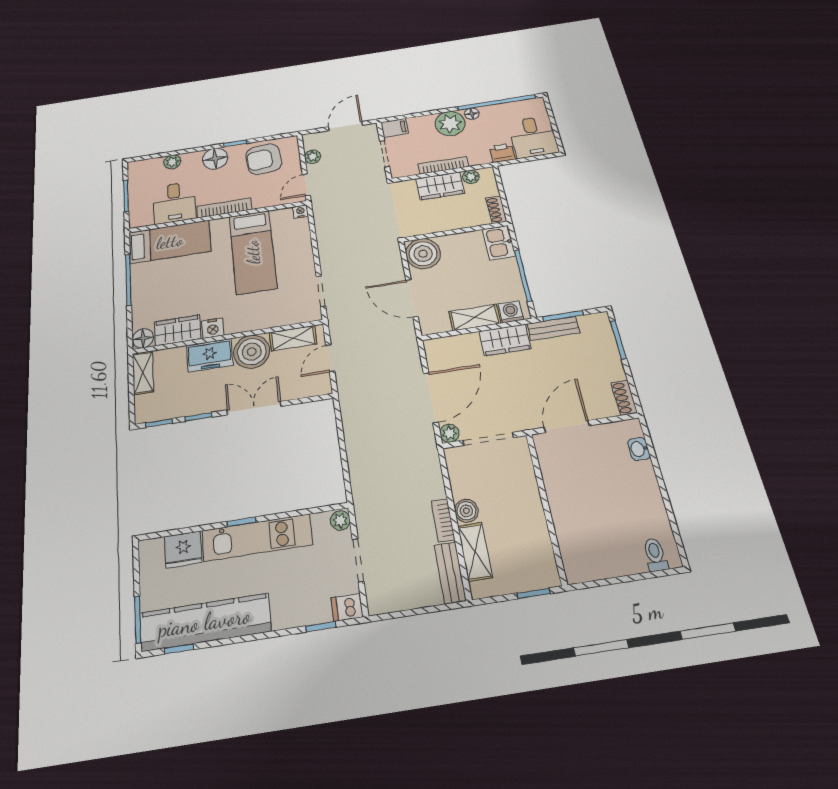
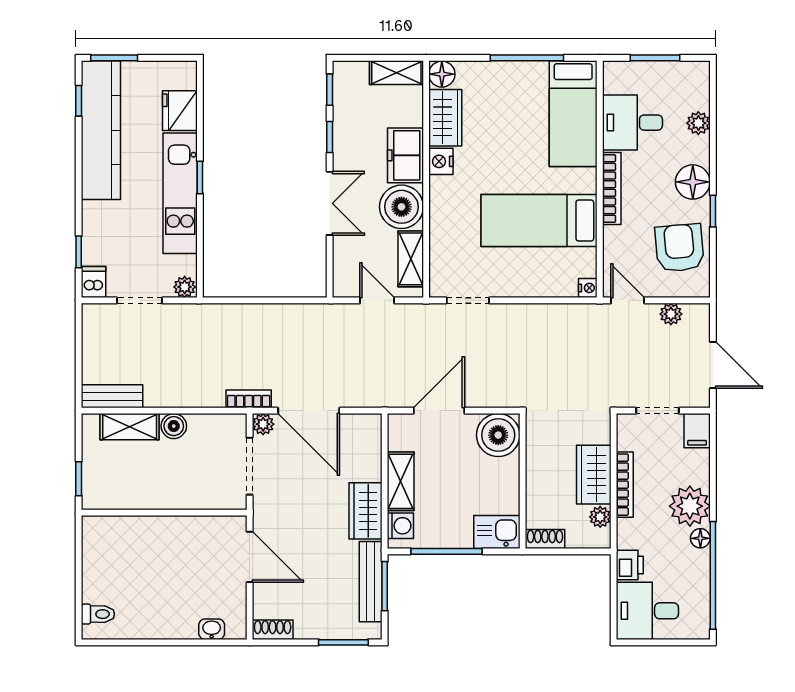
bench: (553, 328) -> (371, 582), width x1.36
bookcase: (443, 520) -> (249, 399), moved

